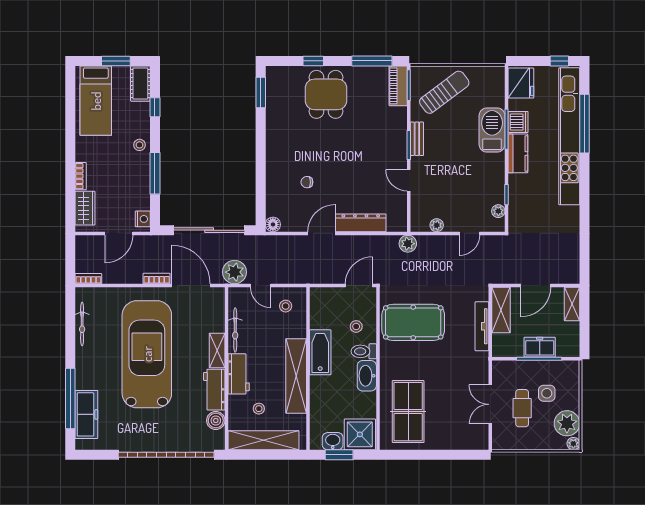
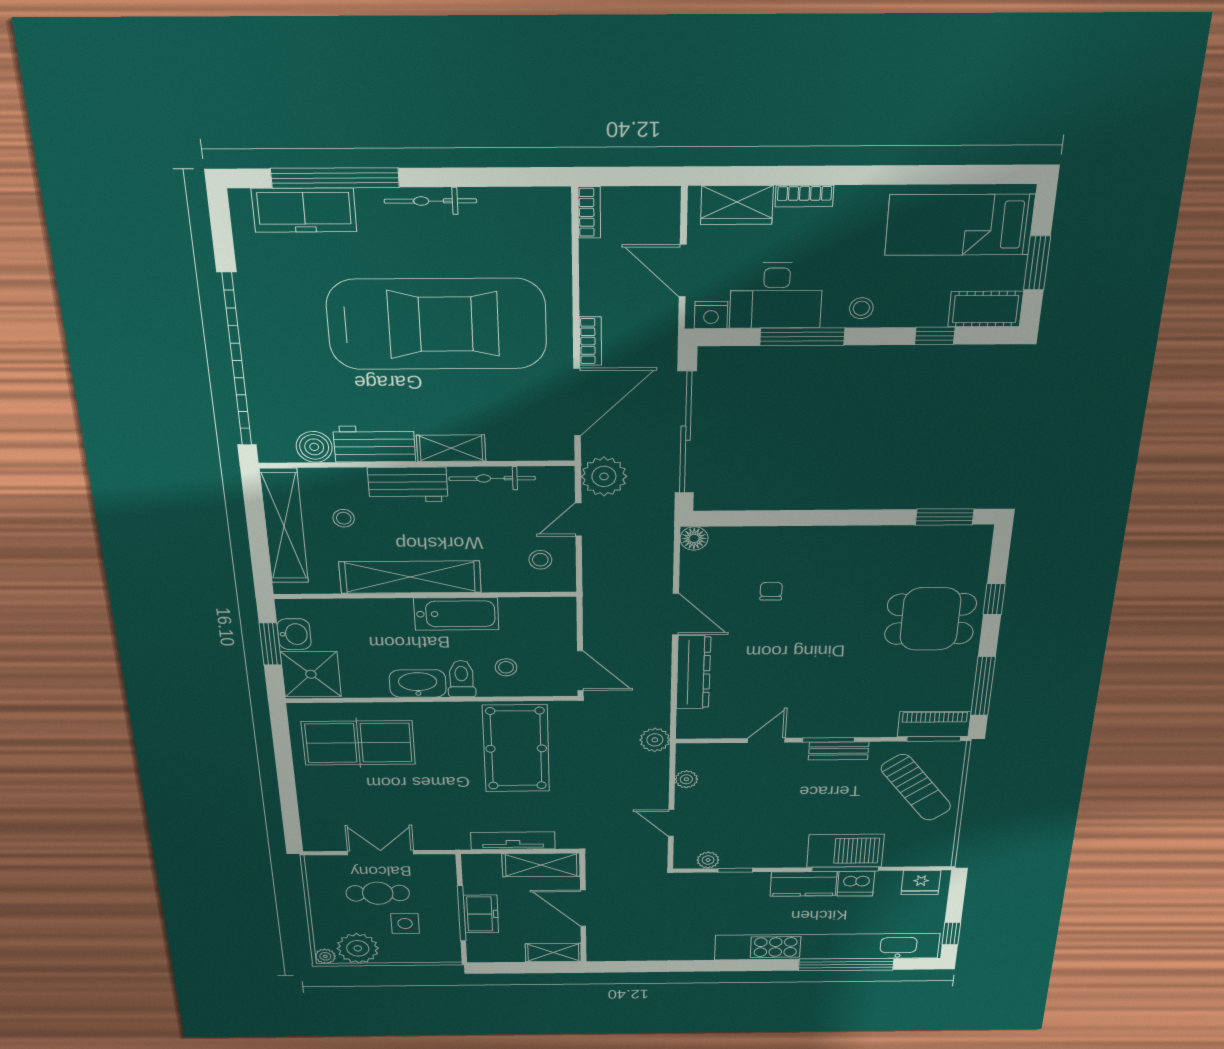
fridge: (521, 83) -> (921, 883), width x0.73, depth x0.75
desk: (132, 187) -> (776, 296), added
bicycle: (82, 324) -> (430, 201), moved

